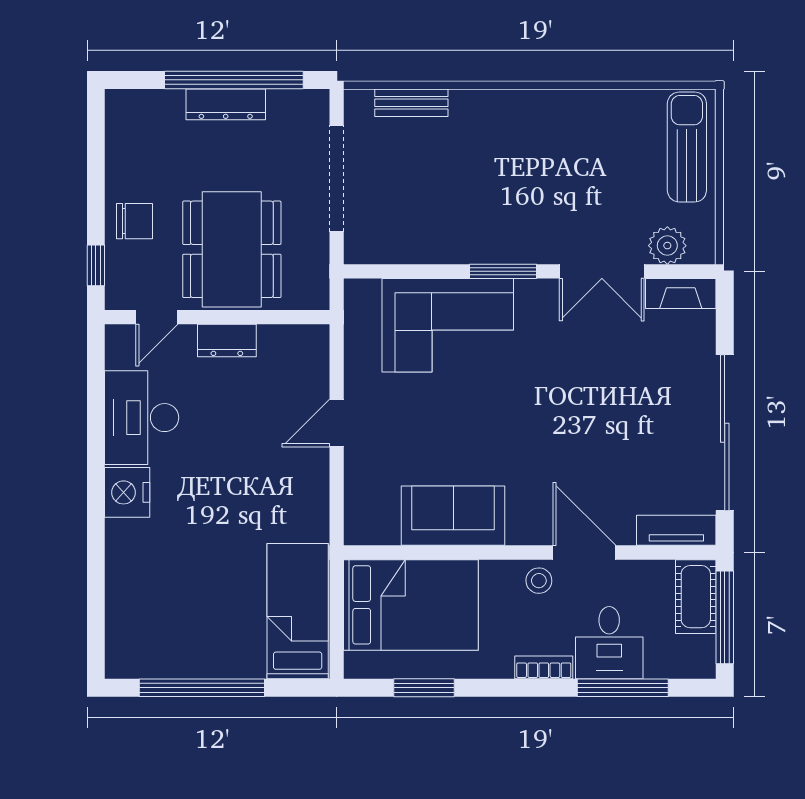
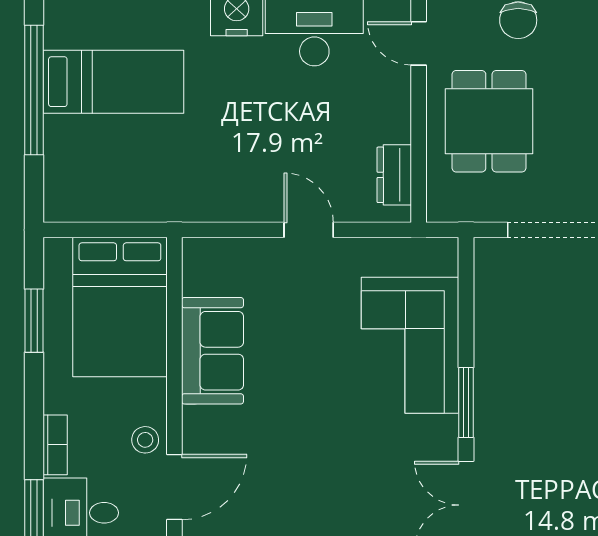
dining table: (232, 249) -> (489, 121), width x0.73
dresser: (227, 341) -> (394, 175), moved
bed: (298, 611) -> (113, 82), moved

